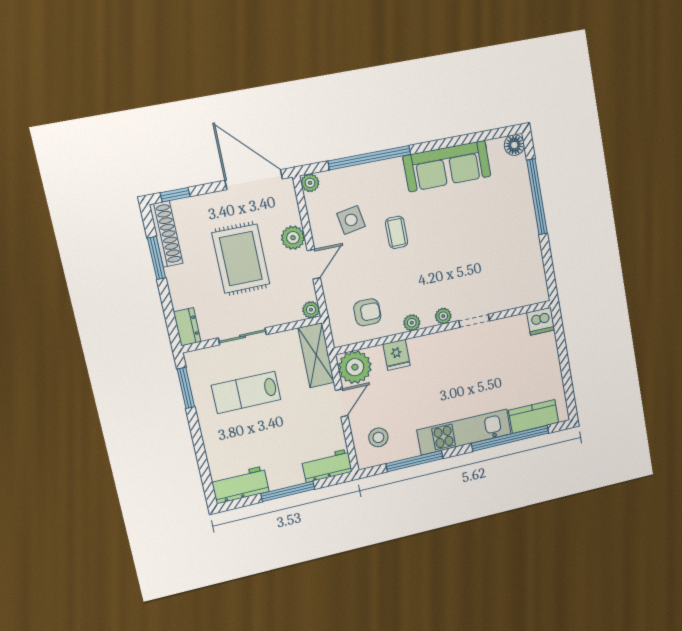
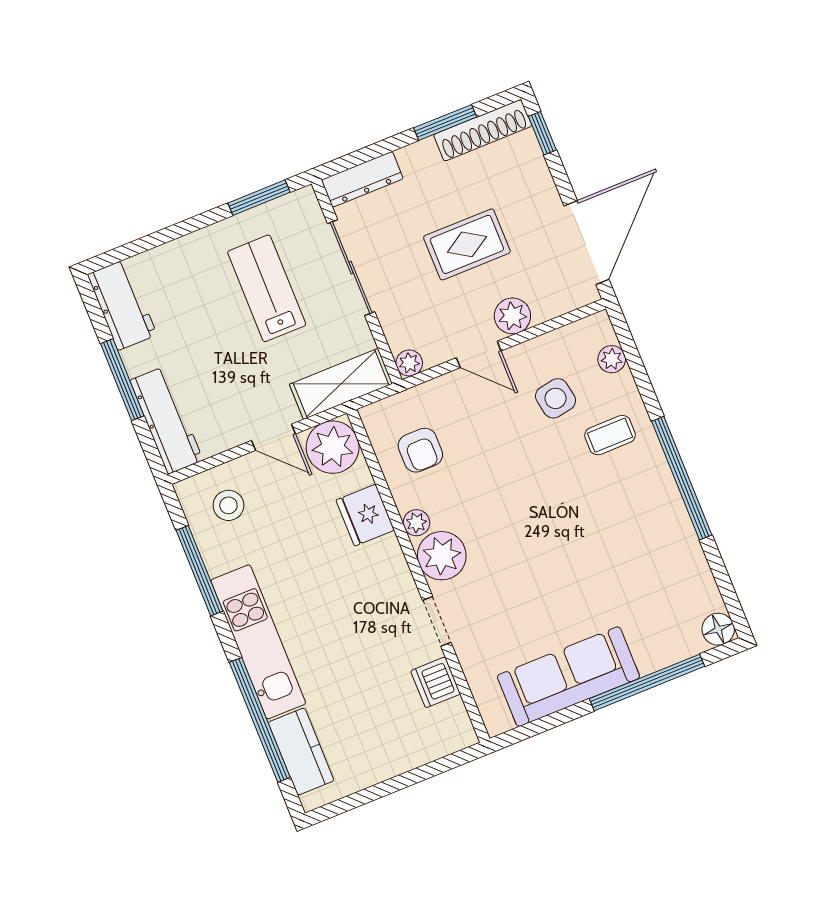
window: (370, 158) -> (682, 478), moved
sofa: (447, 166) -> (568, 677), moved, turned 90
plant: (310, 183) -> (612, 359), moved
coffee table: (397, 232) -> (610, 435), moved
rug: (241, 259) -> (467, 244), width x0.73, depth x0.70
plant: (443, 316) -> (442, 556), width x1.87, depth x1.87
dishwasher: (541, 321) -> (436, 682), moved
dresser: (187, 327) -> (362, 179), width x1.44
sliding door: (242, 336) -> (351, 268), width x1.37
fridge: (397, 355) -> (365, 515), width x1.38
workbench: (327, 466) -> (166, 420), width x1.37

